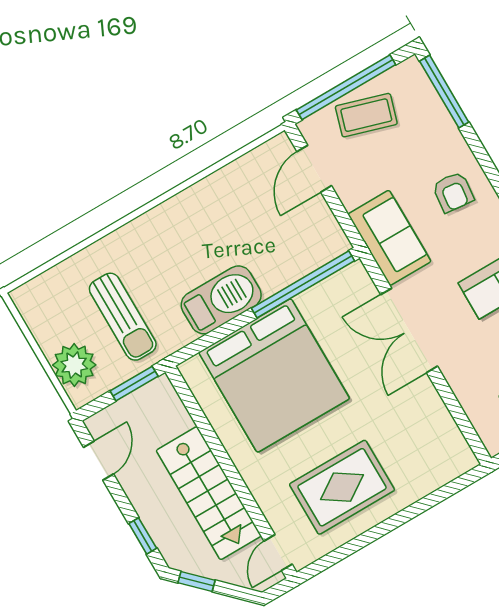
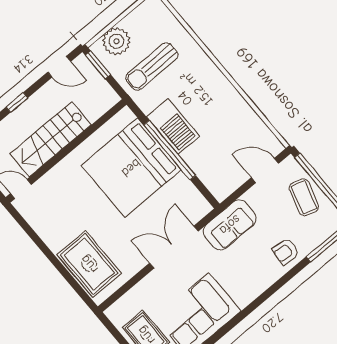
armchair: (453, 192) -> (286, 252), moved
window: (303, 284) -> (170, 150), moved
window: (134, 384) -> (98, 65), moved
rug: (342, 487) -> (89, 264), moved

